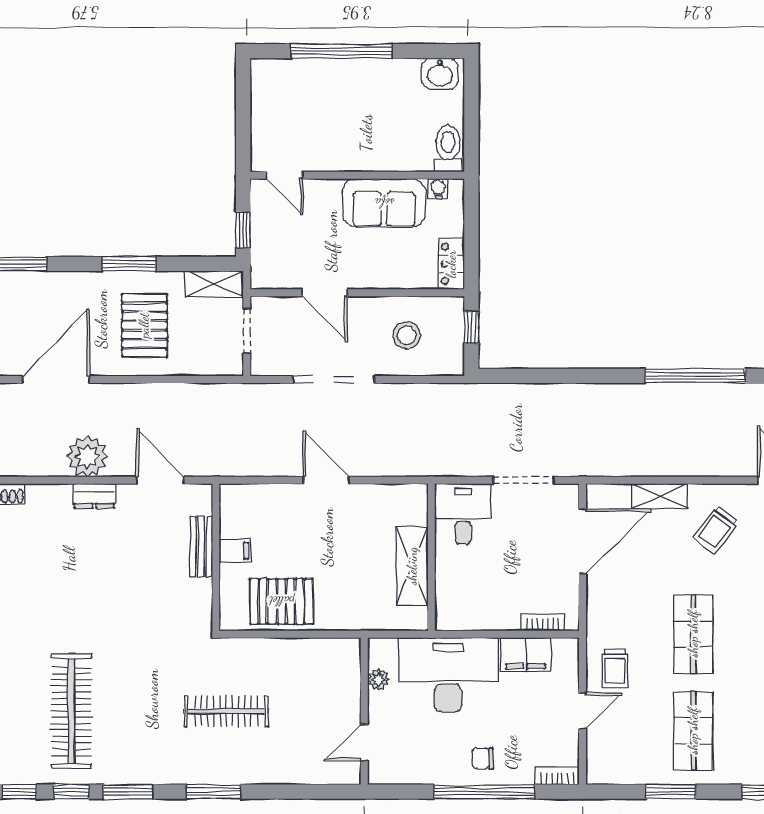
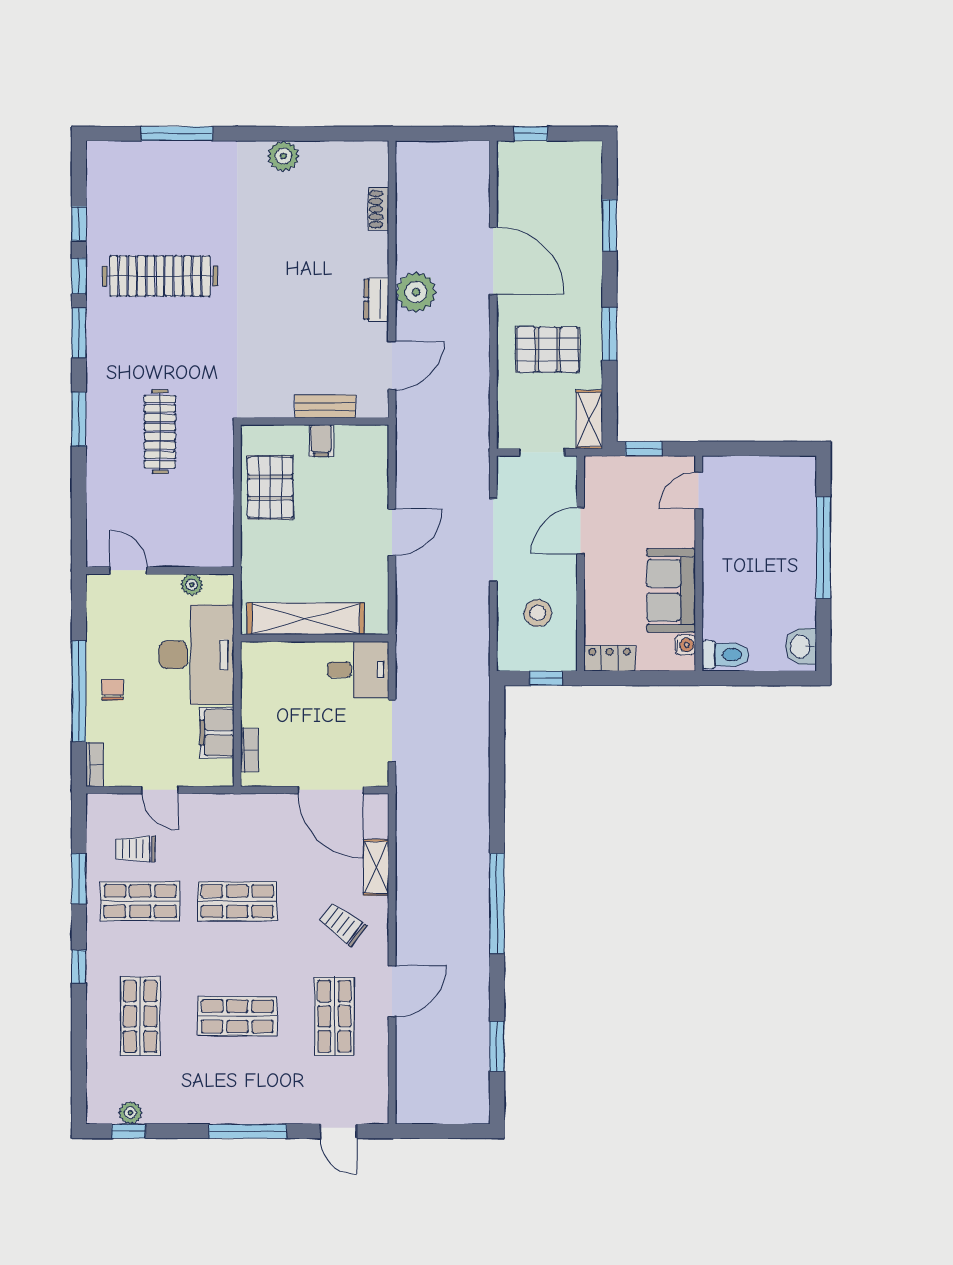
shelving: (412, 566) -> (306, 619), width x1.47
trolley: (615, 668) -> (135, 849), moved

